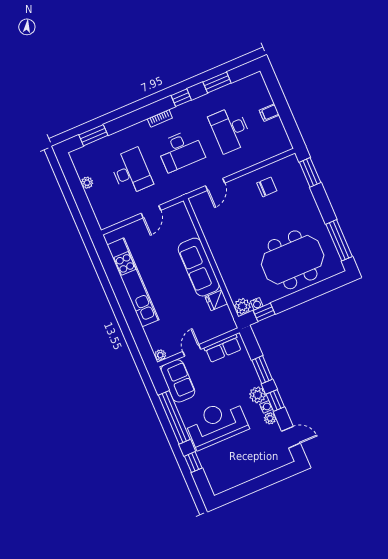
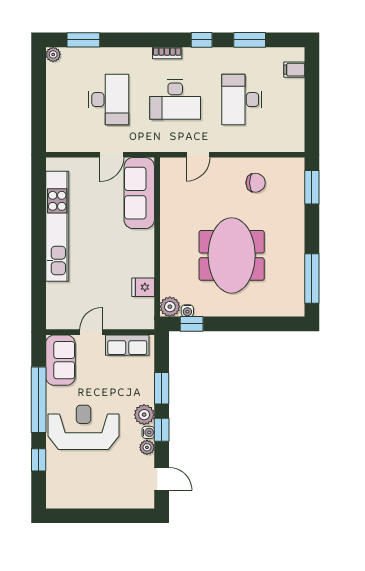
filing cabinet: (269, 113) -> (294, 70), moved
plant: (87, 183) -> (53, 54), moved
meeting table: (293, 260) -> (232, 255), moved, turned 90
sofa: (199, 267) -> (139, 193), moved
plant: (160, 355) -> (53, 322), removed

